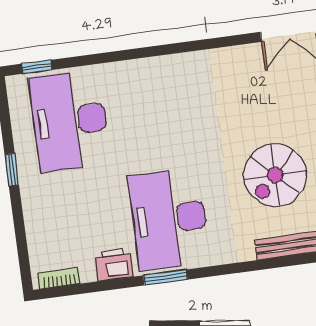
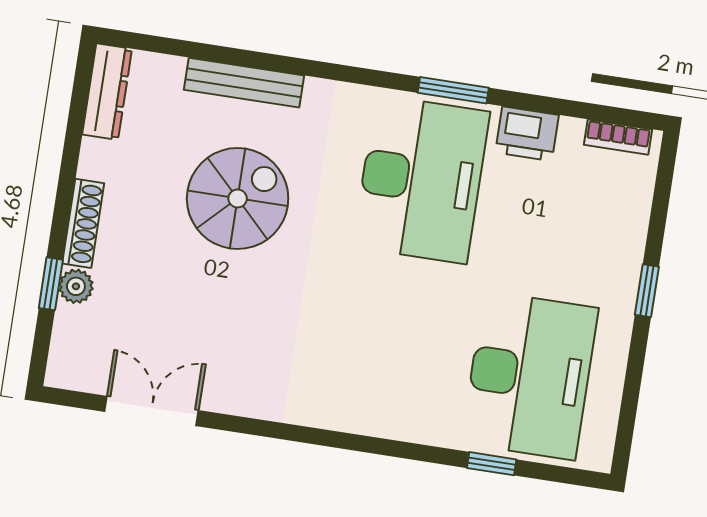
window: (37, 67) -> (492, 464), moved
window: (12, 170) -> (647, 291), moved

